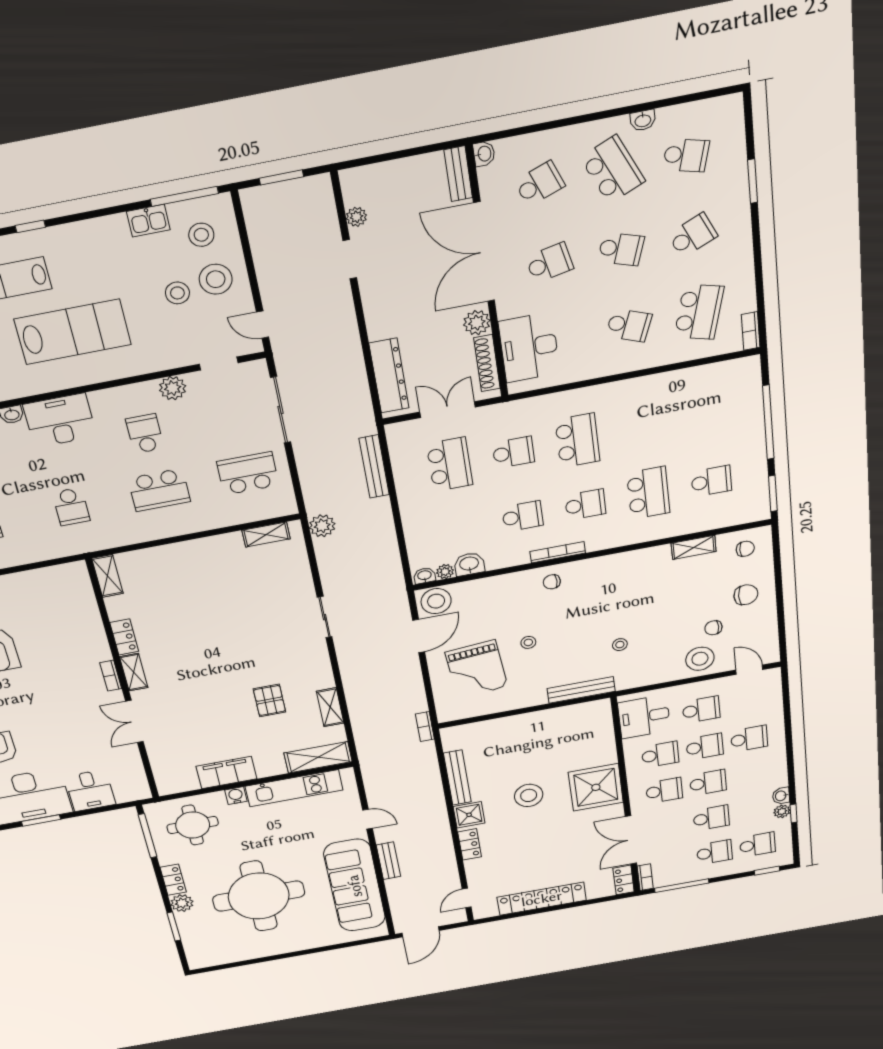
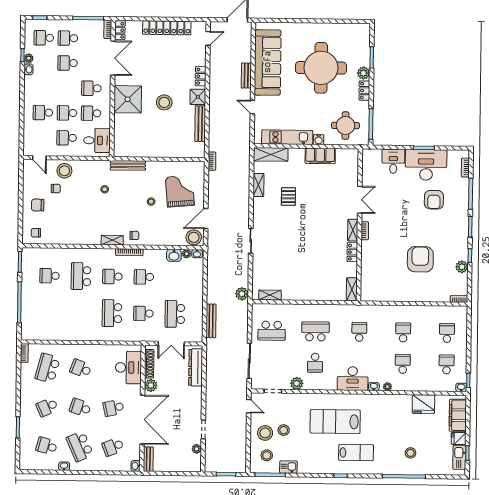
shelving: (694, 547) -> (112, 240), moved
school desk: (708, 783) -> (67, 88), removed

